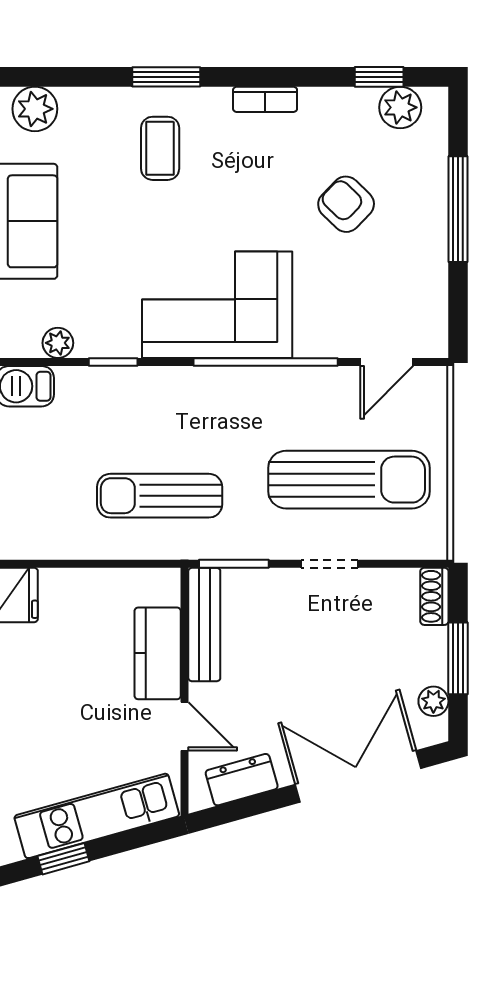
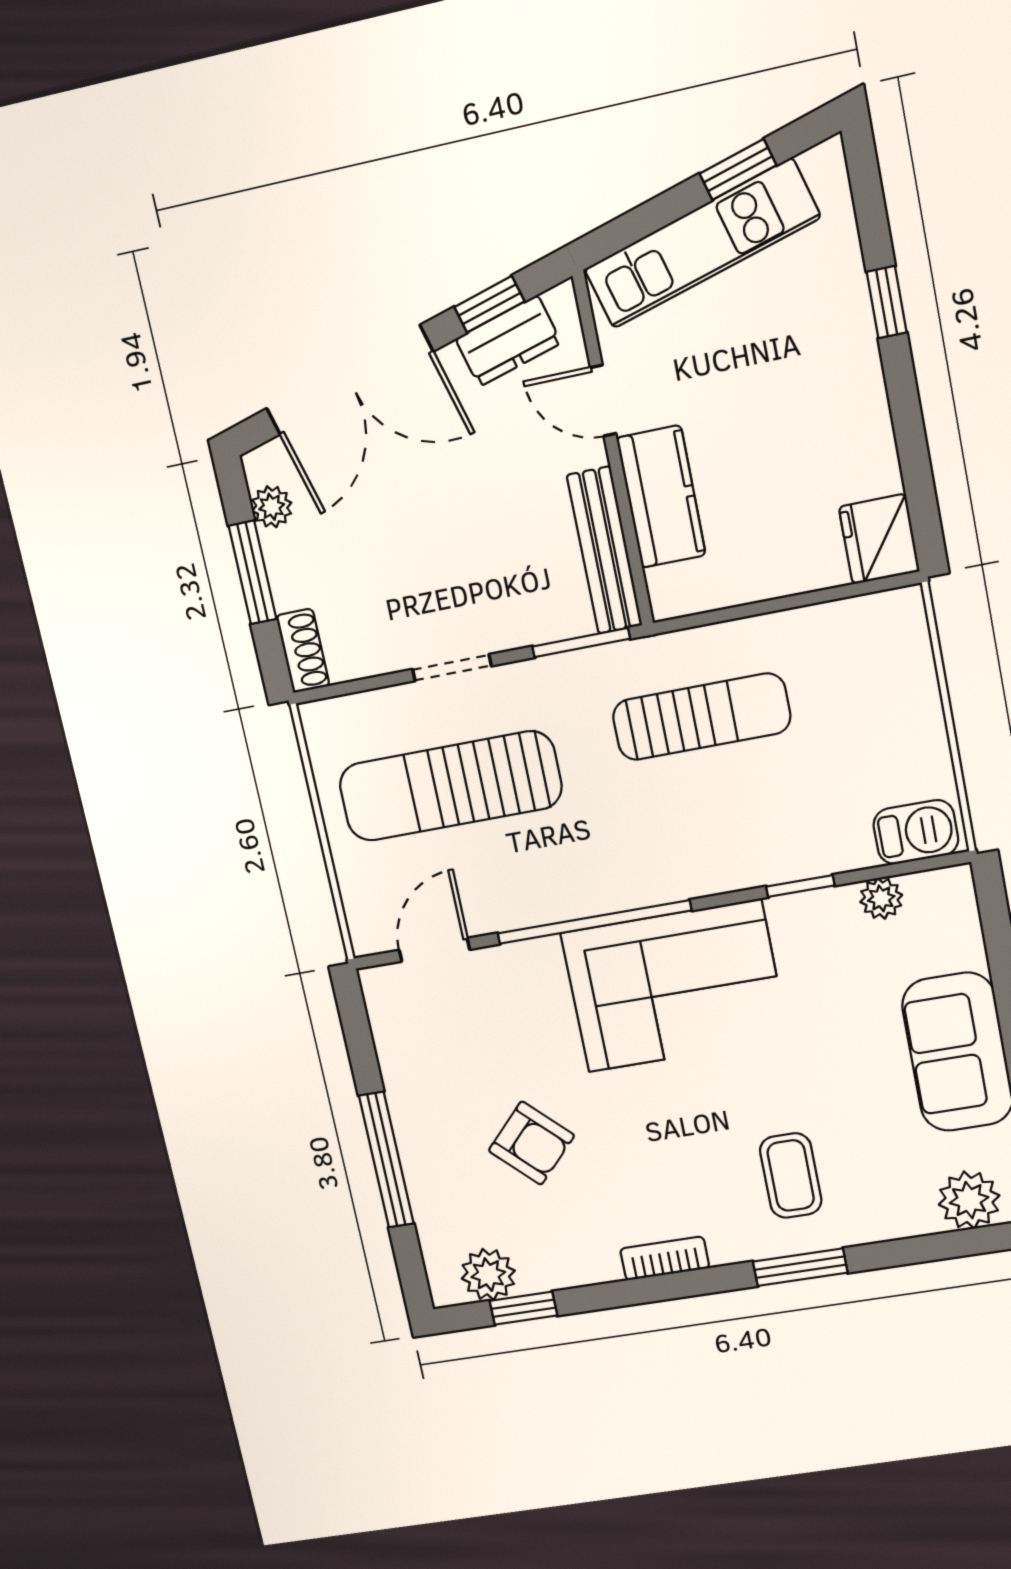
window: (249, 807) -> (489, 304), added

